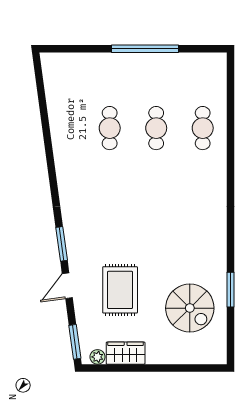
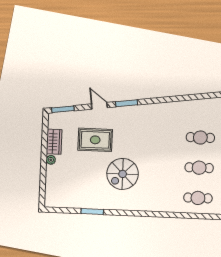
spiral stairs: (190, 308) -> (123, 174), moved
plant: (97, 357) -> (51, 160), moved

